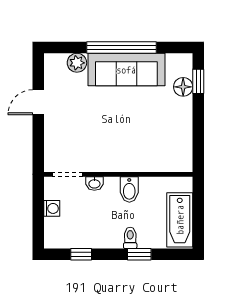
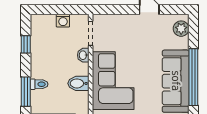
plant: (77, 63) -> (181, 29), moved
corner sofa: (126, 147) -> (113, 81), added
window: (139, 254) -> (26, 92), width x1.50

